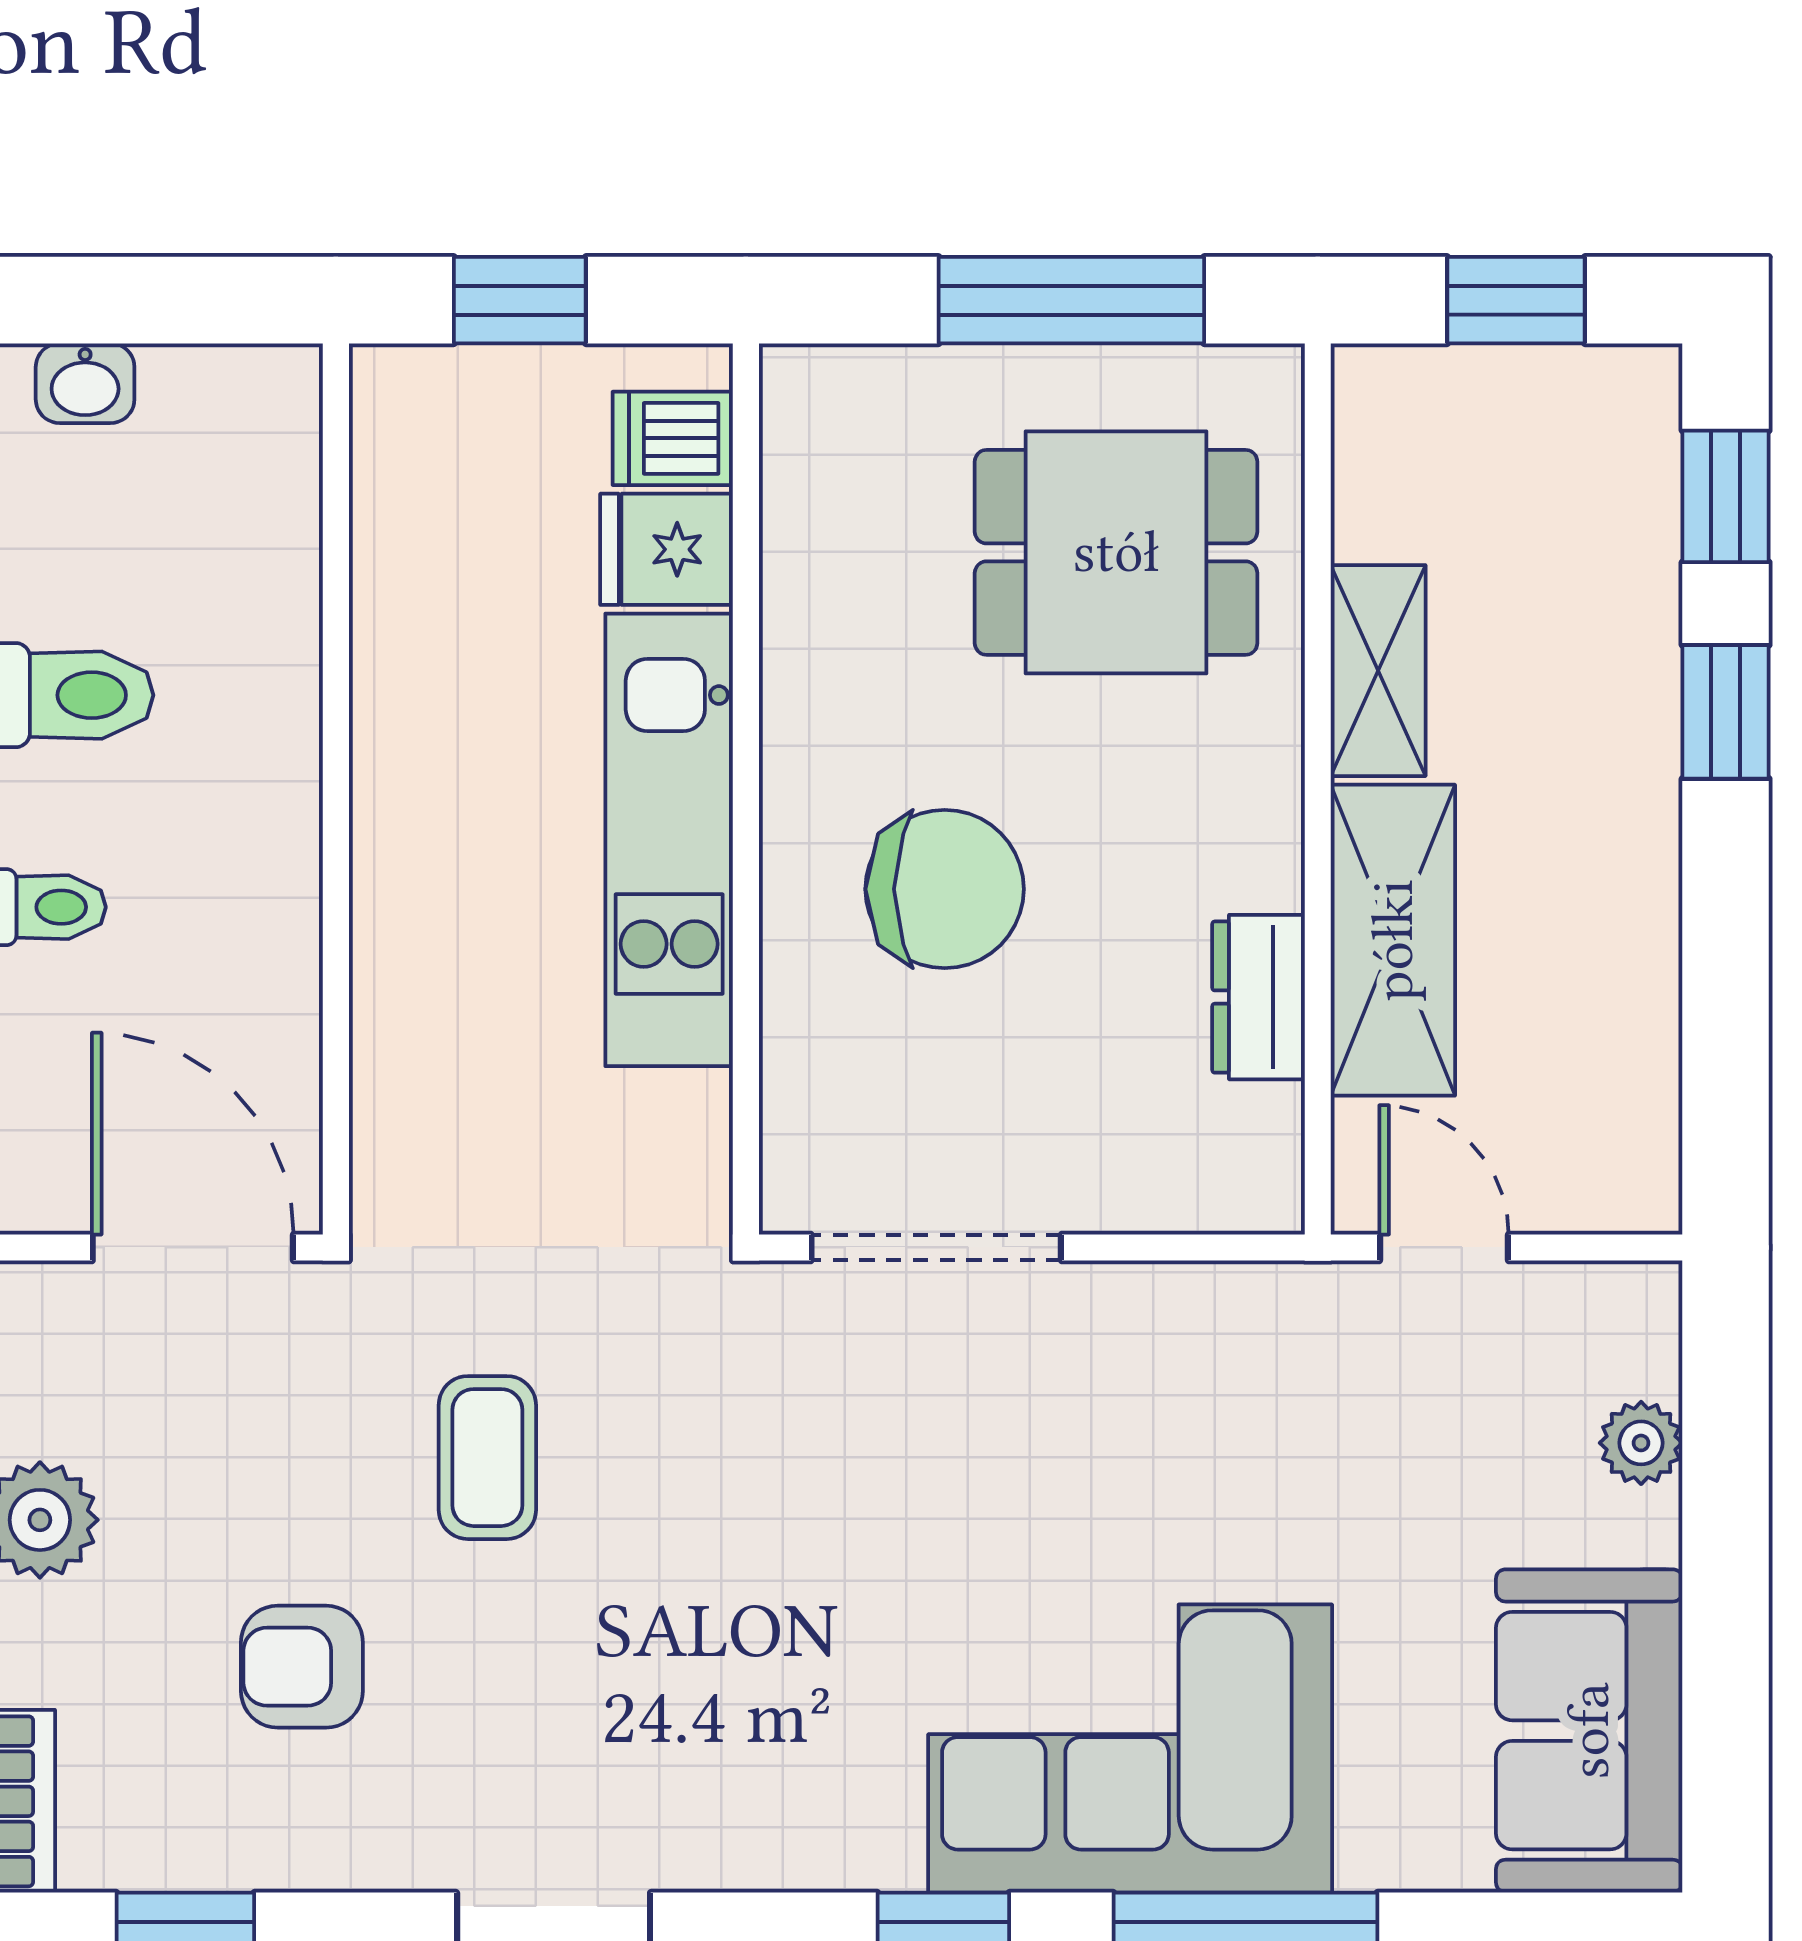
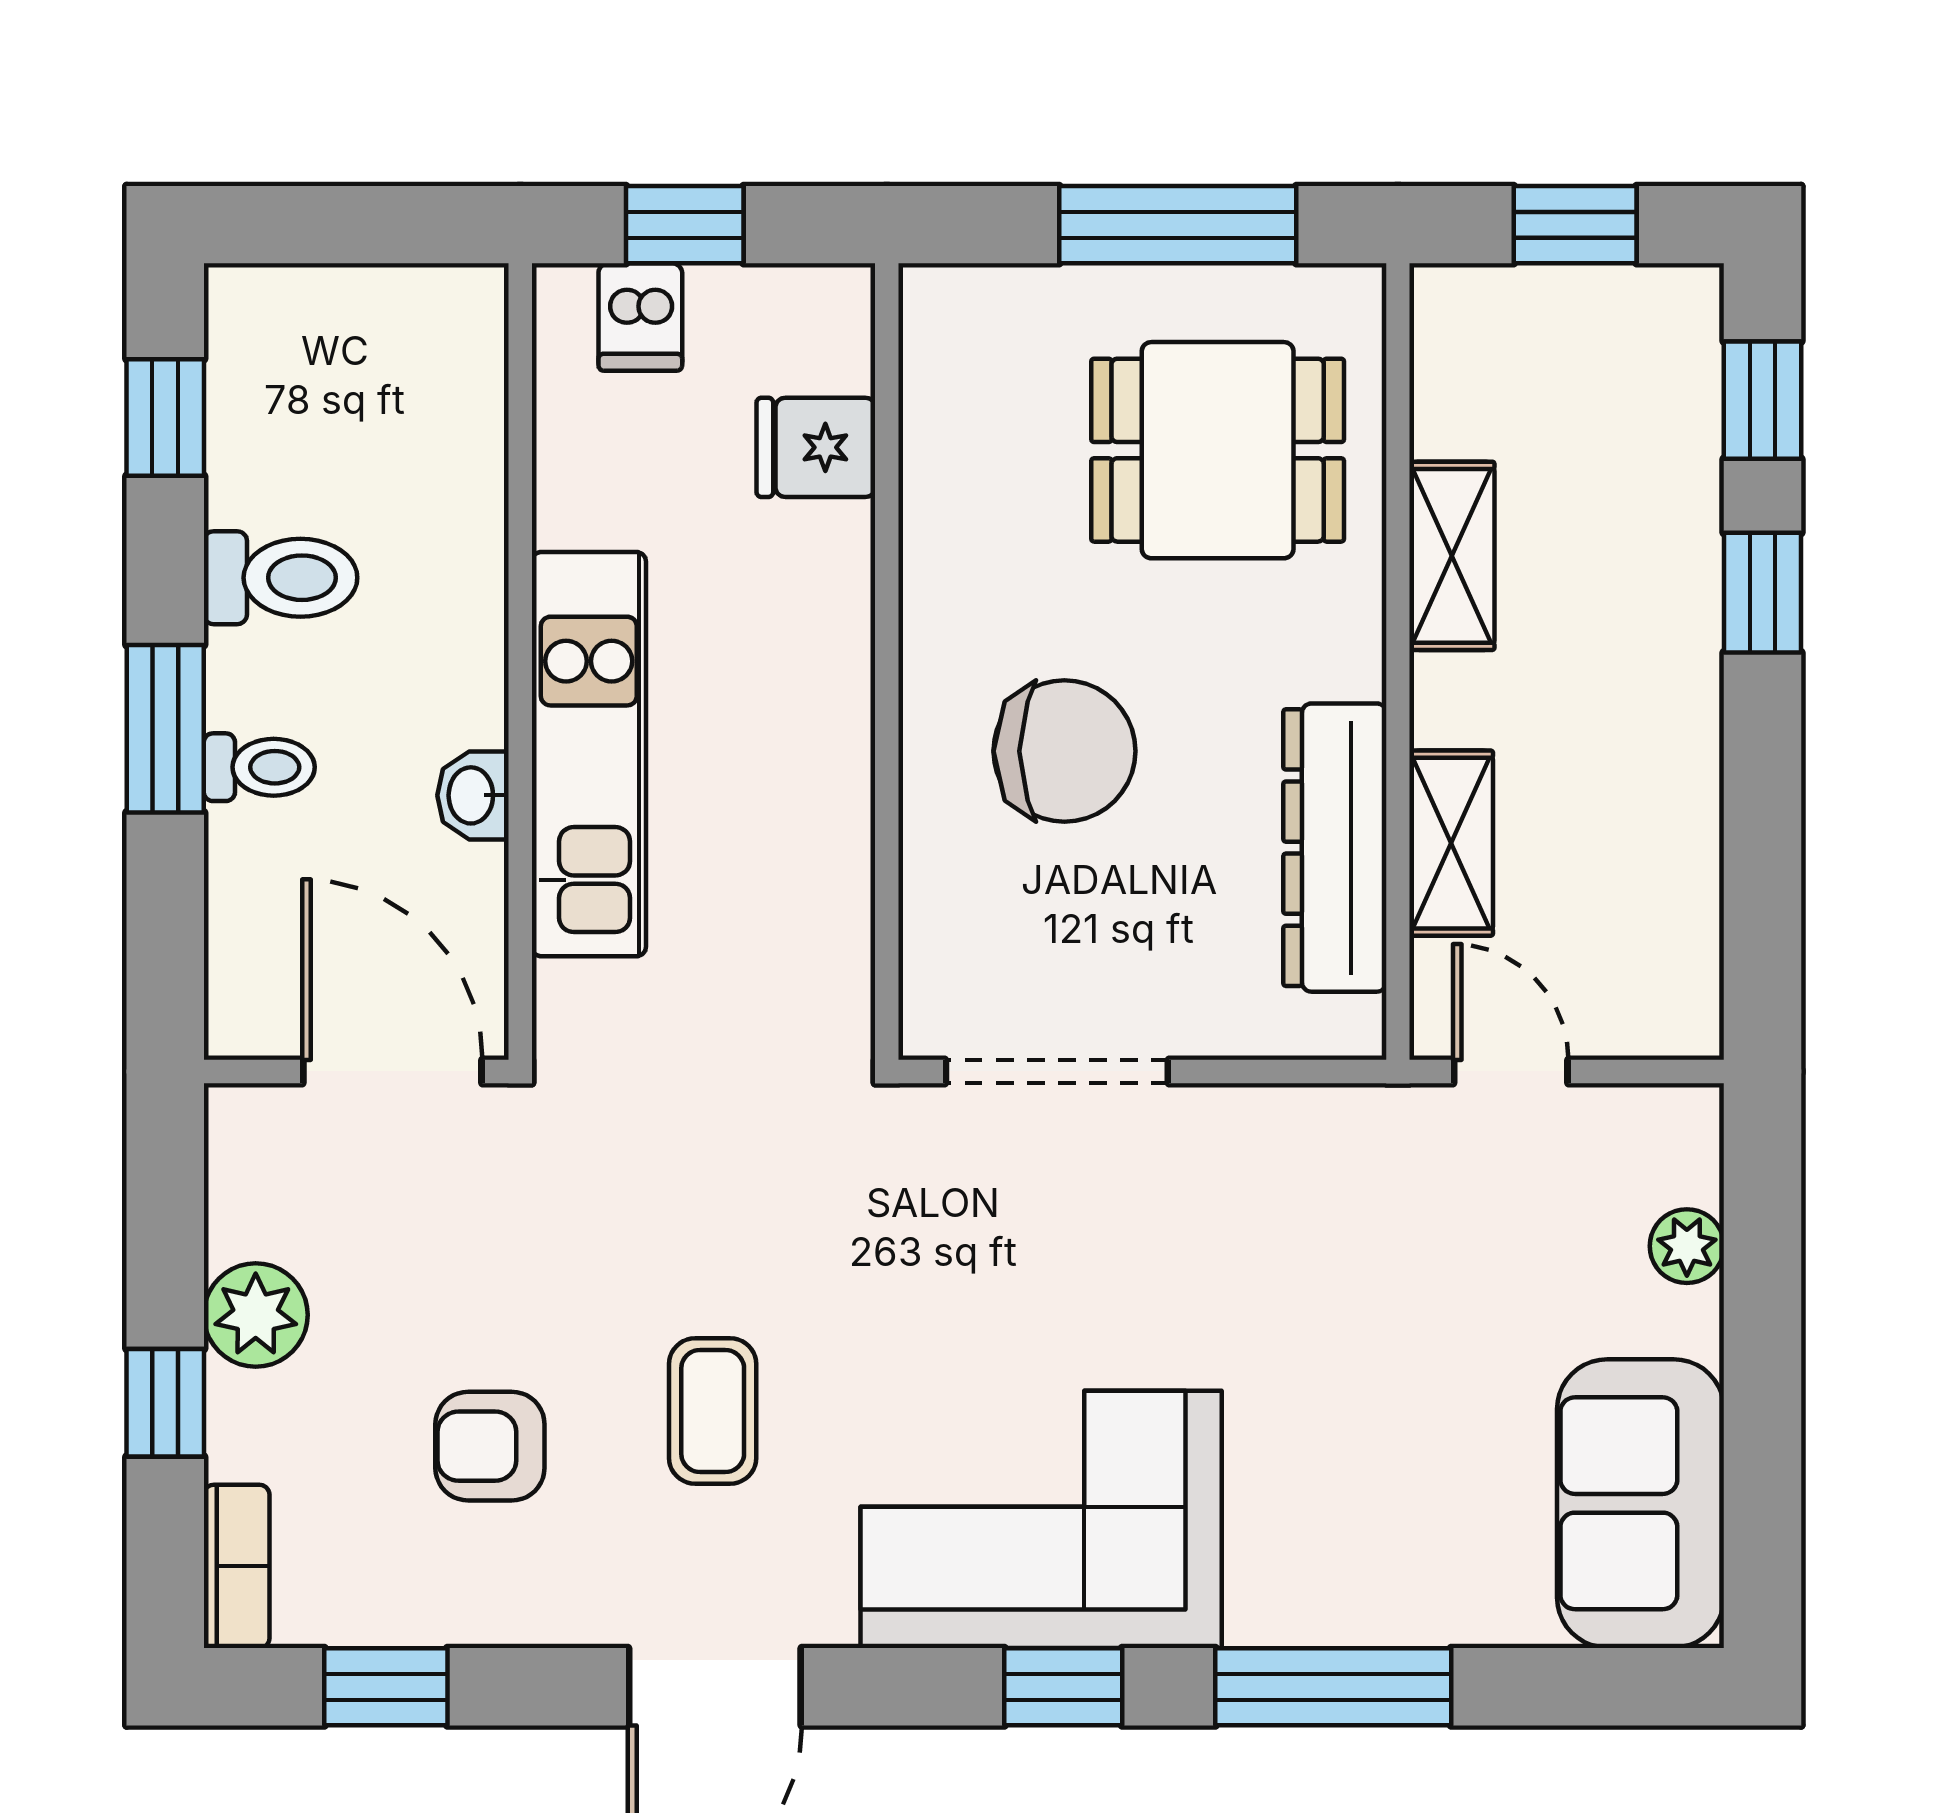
washbasin: (85, 383) -> (473, 795), moved, turned 90
dishwasher: (673, 438) -> (640, 317), moved, turned -90
kitchen unit: (669, 840) -> (589, 754), moved, turned 180
shelving: (1393, 940) -> (1451, 843), width x0.67, depth x0.75
dresser: (1259, 997) -> (1335, 848), width x1.96, depth x1.24
coffee table: (487, 1458) -> (713, 1411), moved
corner sofa: (1130, 1749) -> (1041, 1519), moved

